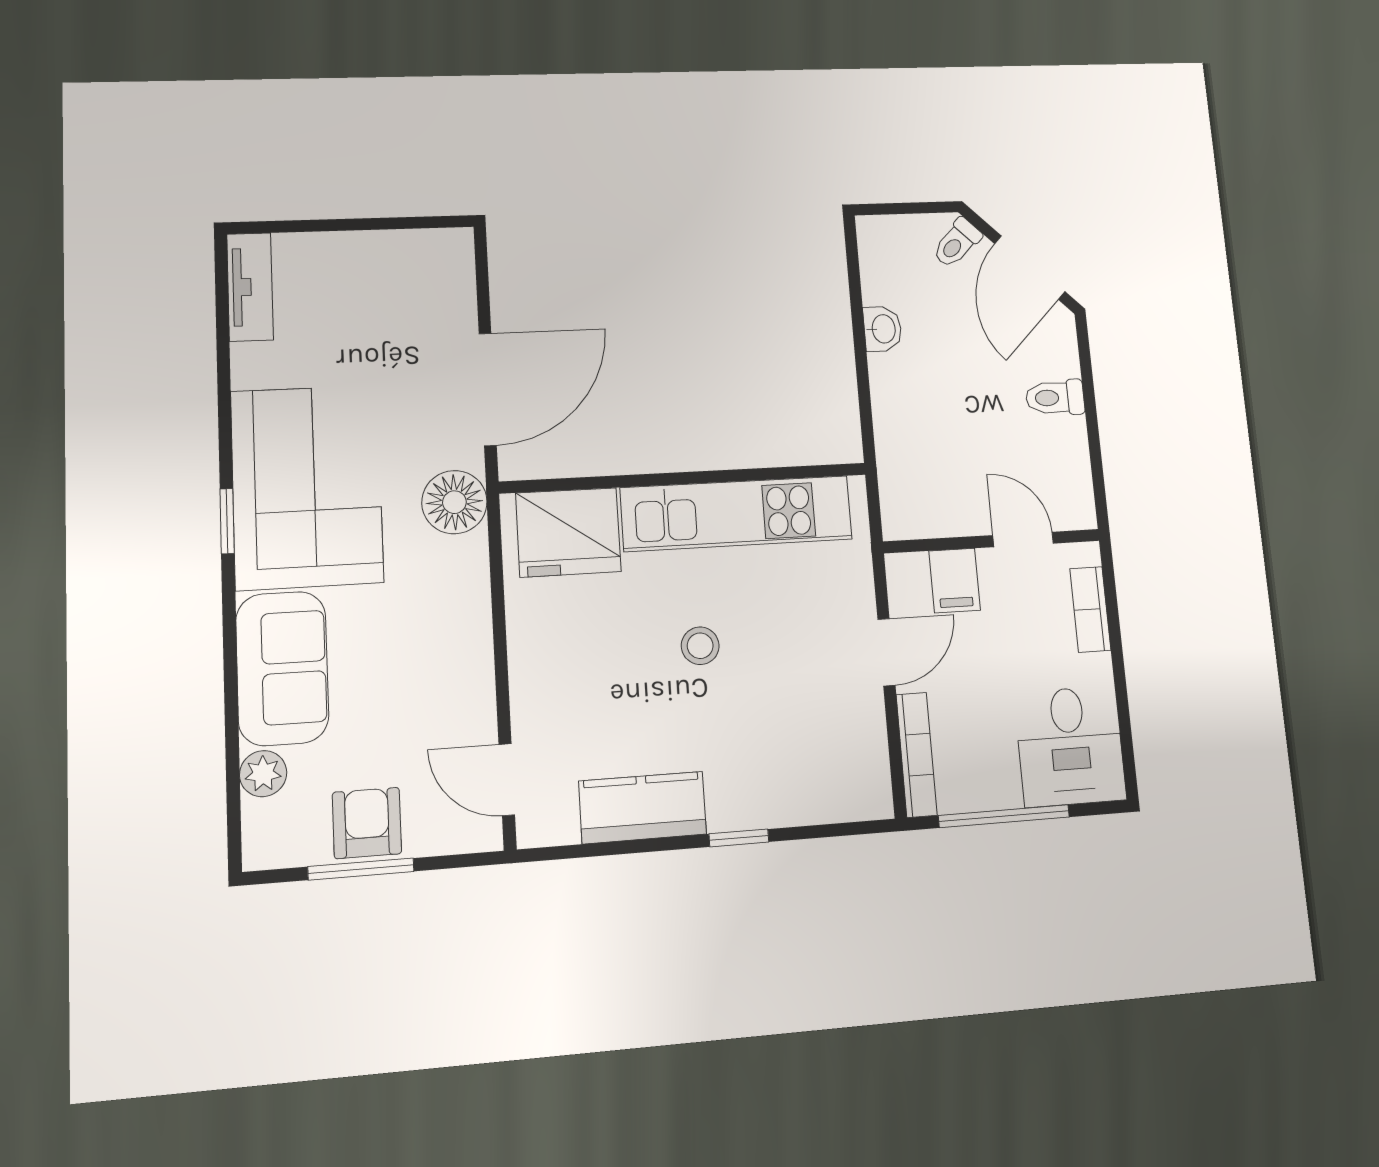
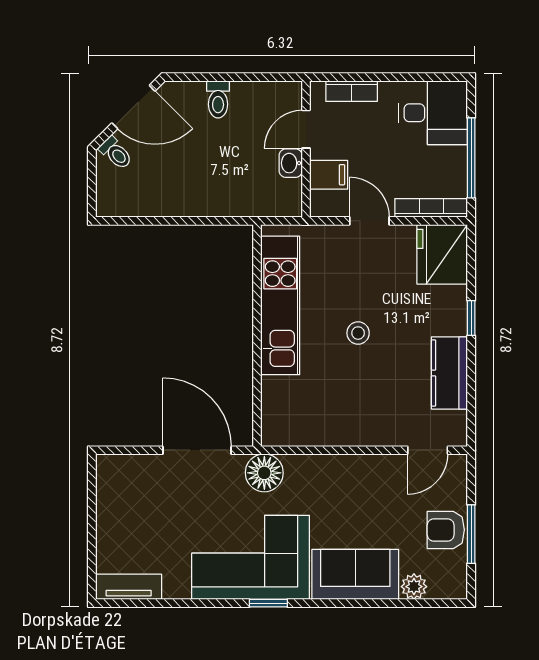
washbasin: (883, 329) -> (291, 163), moved, turned -90
fridge: (568, 532) -> (442, 254), moved, turned 180

